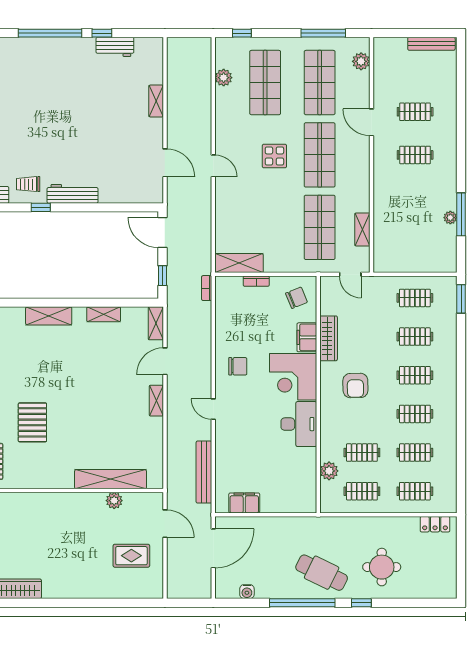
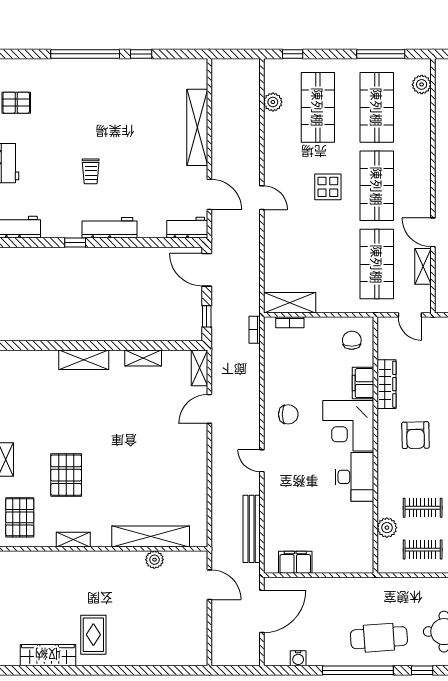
workbench: (115, 47) -> (187, 228), moved, turned 180
shelving: (156, 101) -> (197, 127), width x2.20, depth x1.33
door: (371, 122) -> (433, 232), moved
trolley: (28, 184) -> (91, 171), moved, turned -90
bookcase: (256, 281) -> (290, 322), moved
chair: (297, 298) -> (352, 340), turned -69
shelving: (156, 401) -> (73, 540), moved, turned 90
rug: (131, 556) -> (93, 635), moved, turned 90
cafe table: (322, 573) -> (379, 638), turned -30

